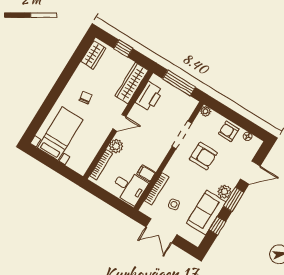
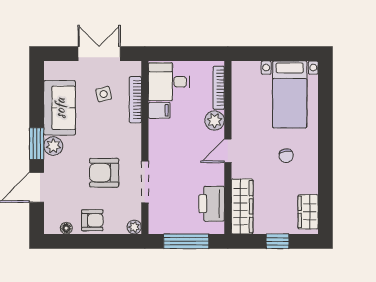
window: (217, 226) -> (37, 101), removed

